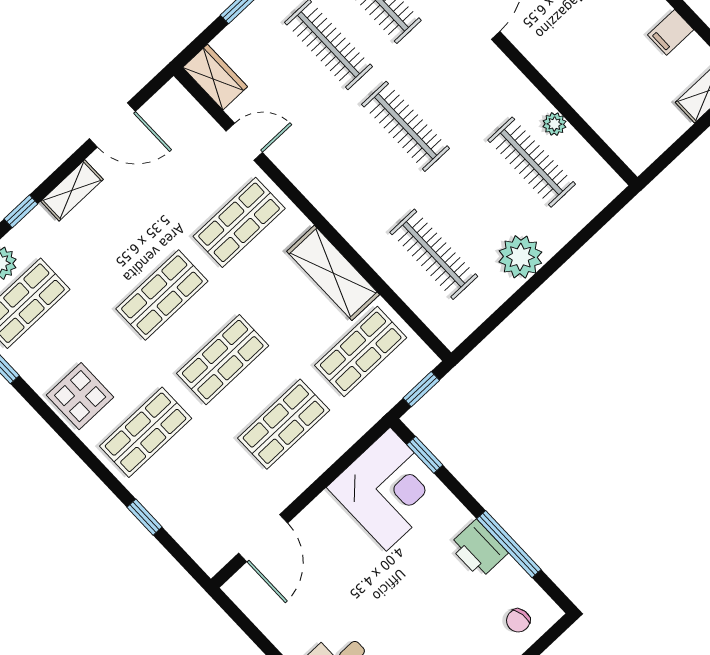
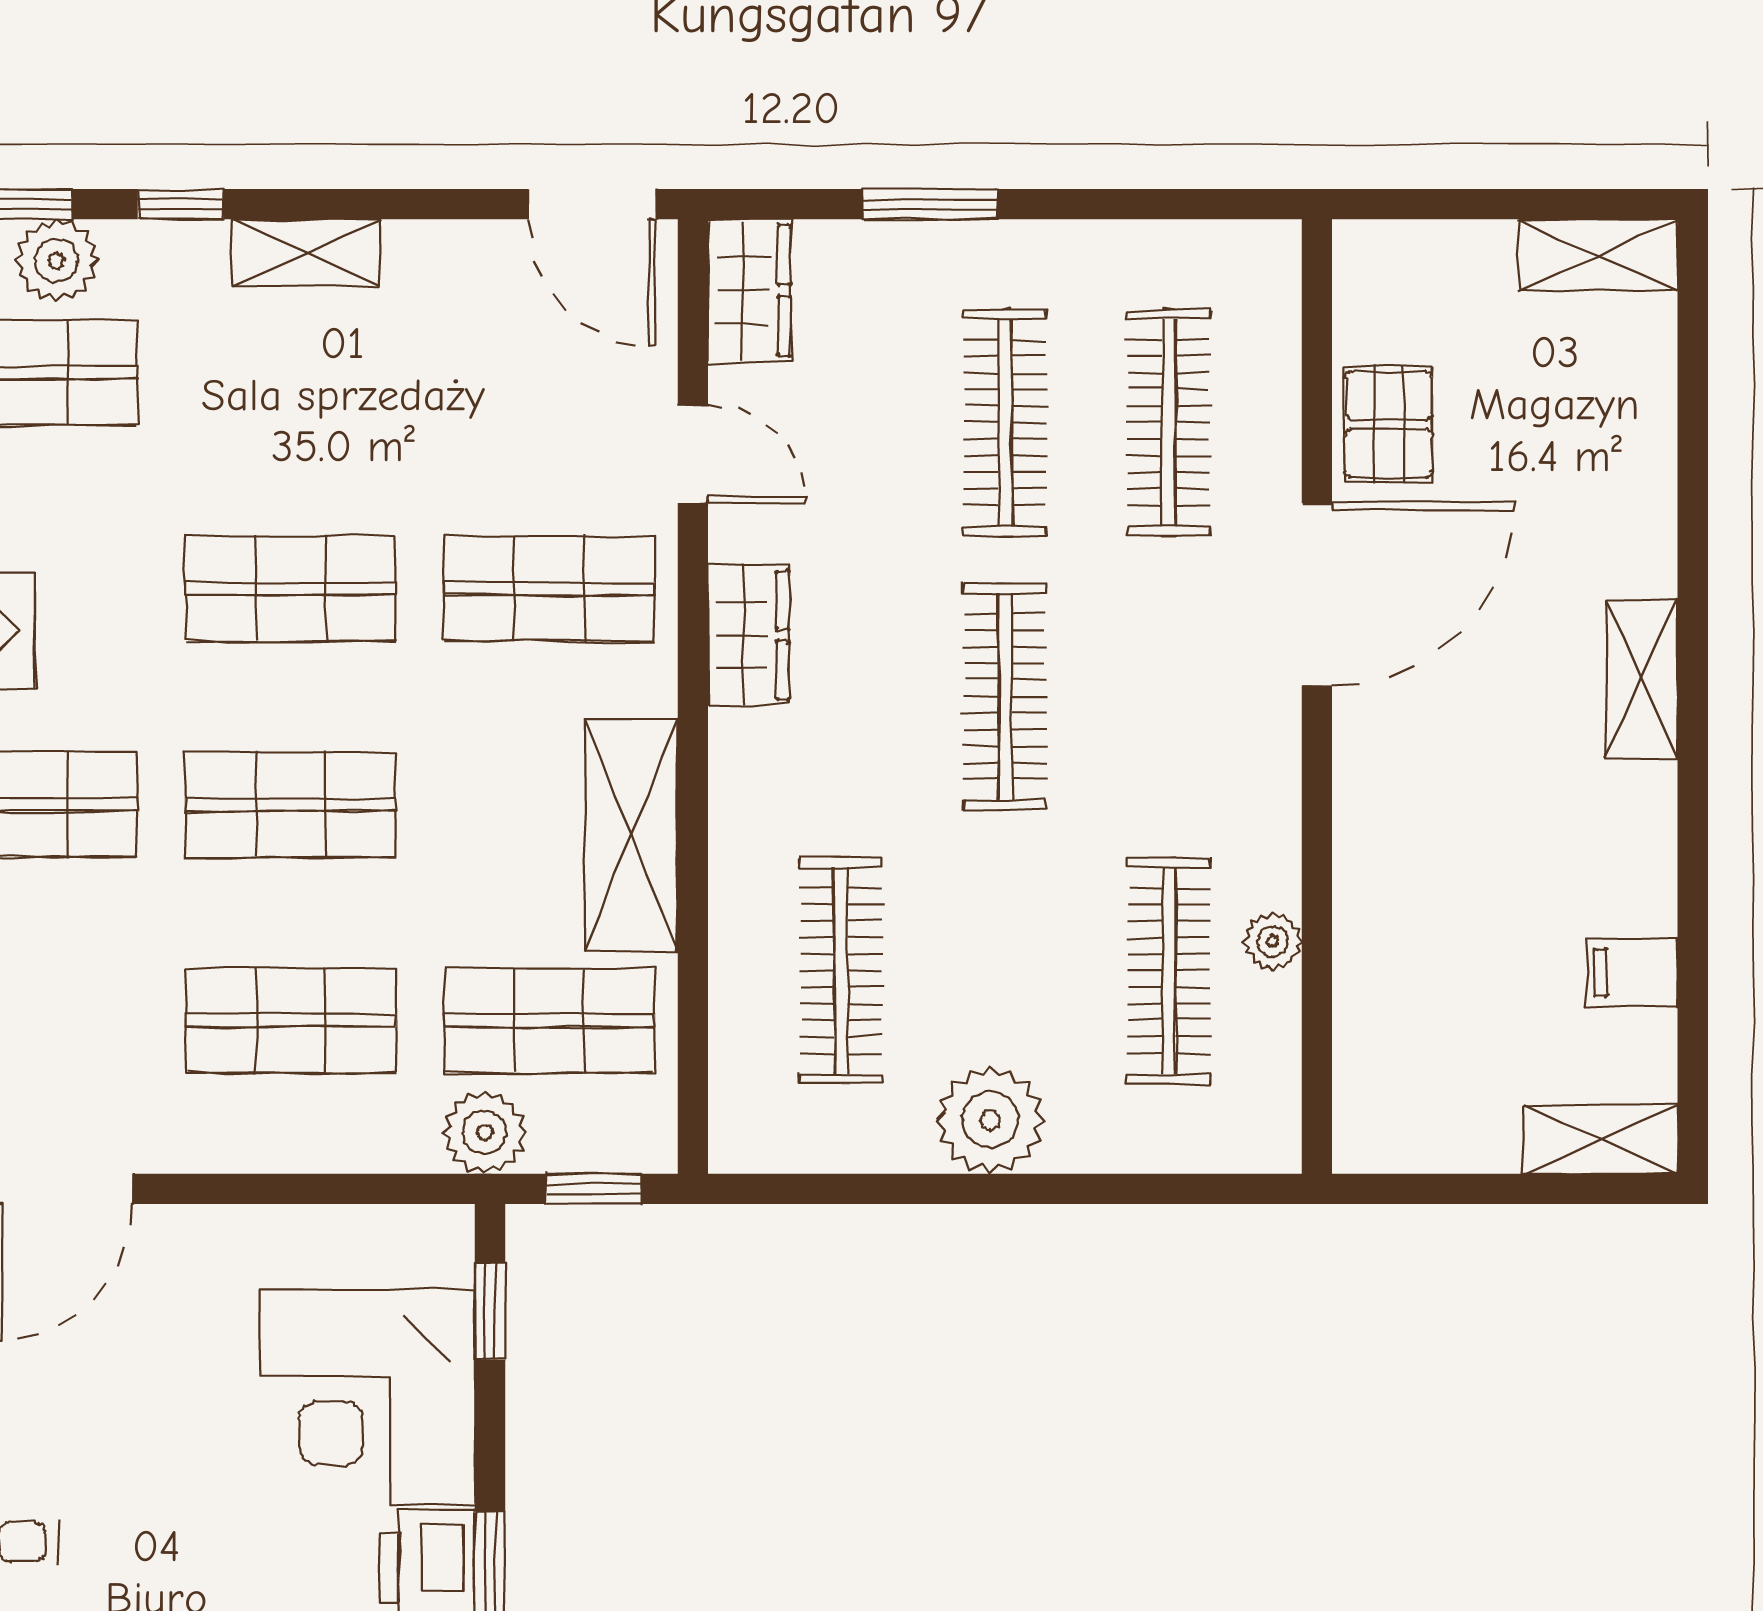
door: (112, 125) -> (592, 204), moved
wardrobe: (312, 180) -> (749, 635), added
plant: (373, 403) -> (485, 1132), added
corner desk: (388, 489) -> (368, 1397), moved, turned 90

